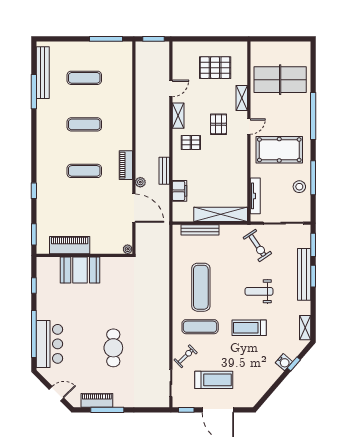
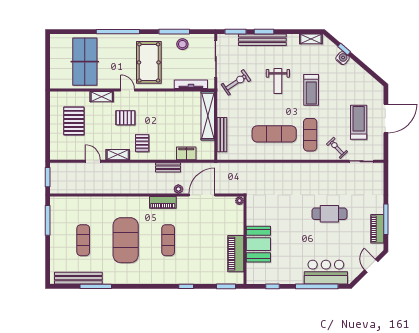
exercise mat: (84, 124) -> (126, 240), width x2.00, depth x1.45
window: (186, 410) -> (386, 147), removed

